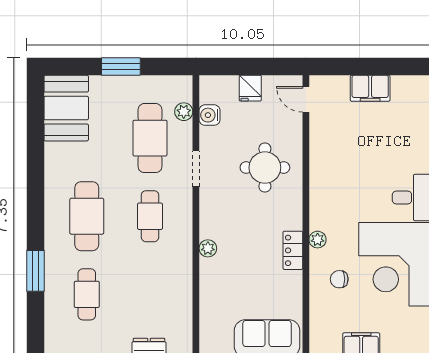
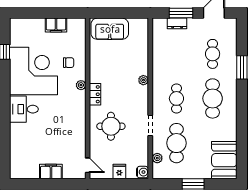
water cooler: (210, 115) -> (143, 172), moved
locker: (293, 250) -> (95, 94), moved

